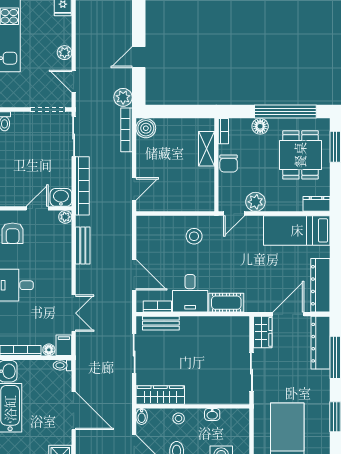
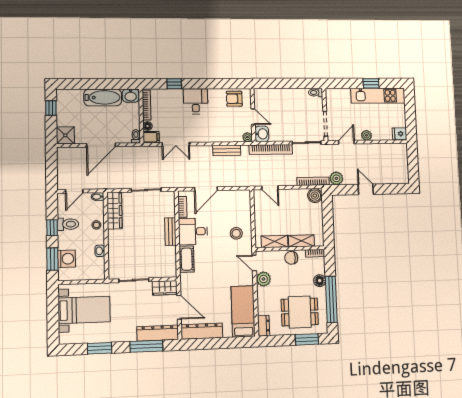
shelving: (206, 185) -> (275, 242), added
bench: (161, 323) -> (170, 232), moved

